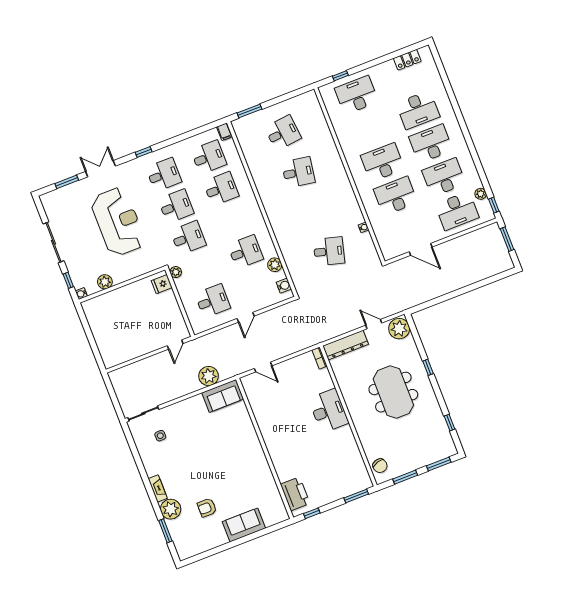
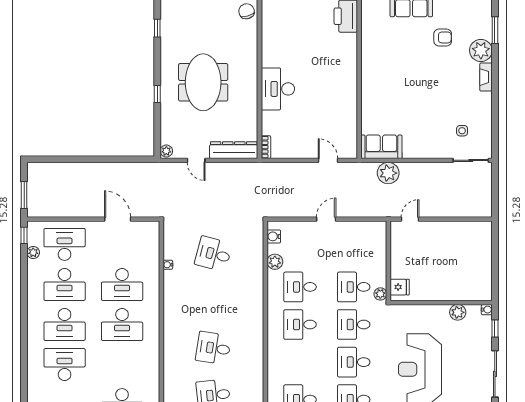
desk: (221, 189) -> (300, 325), moved
desk: (213, 301) -> (354, 287), moved
plant: (399, 329) -> (166, 151), width x0.53, depth x0.53

